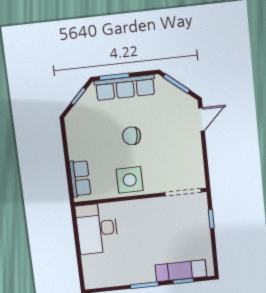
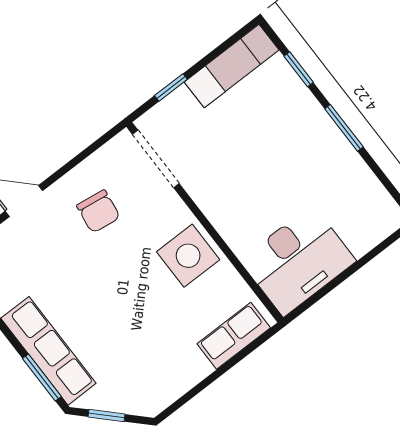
chair: (132, 136) -> (98, 211), moved
exam couch: (181, 271) -> (232, 66), moved, turned -90

